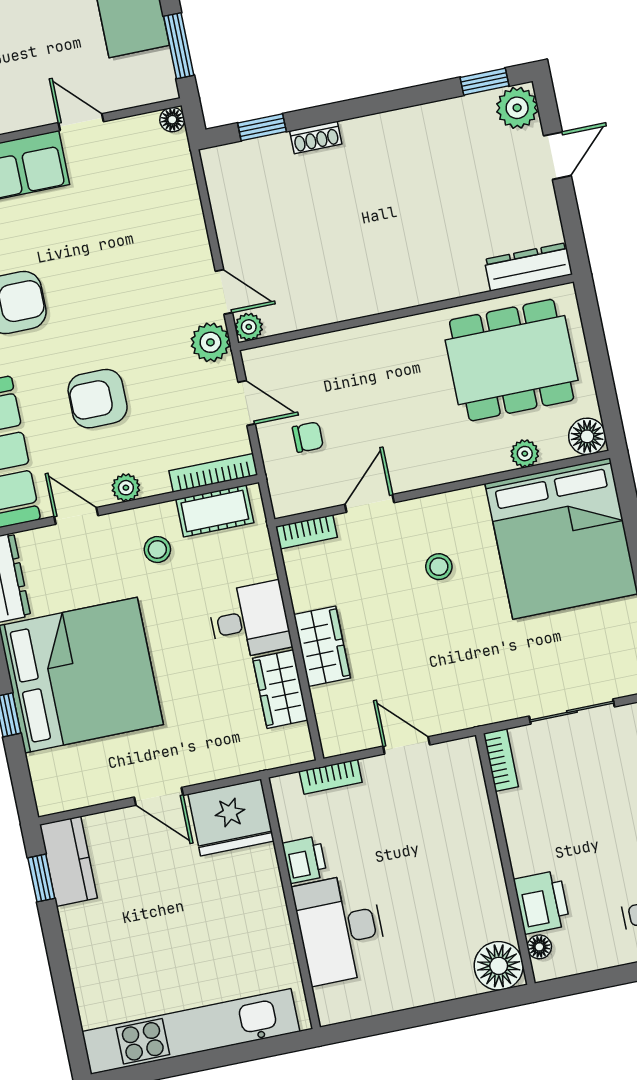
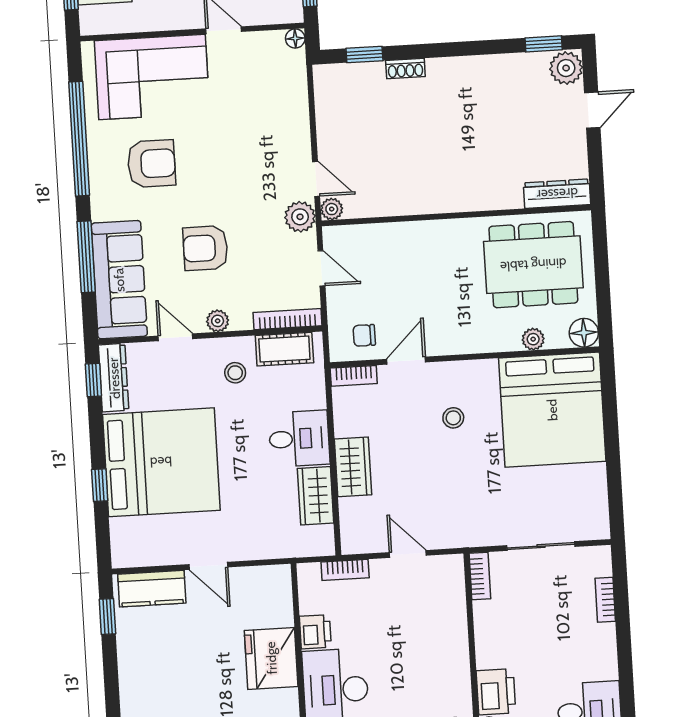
chair: (308, 437) -> (364, 335), moved, turned 180
fridge: (231, 818) -> (271, 658), moved, turned 90
kitchen counter: (68, 861) -> (152, 589), moved, turned 90

